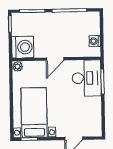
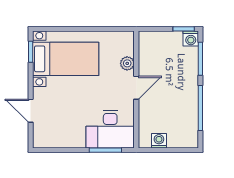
washing machine: (23, 47) -> (191, 39), moved, width x0.53, depth x0.53
door: (55, 59) -> (136, 88), swing flipped
plant: (18, 66) -> (127, 63), moved

